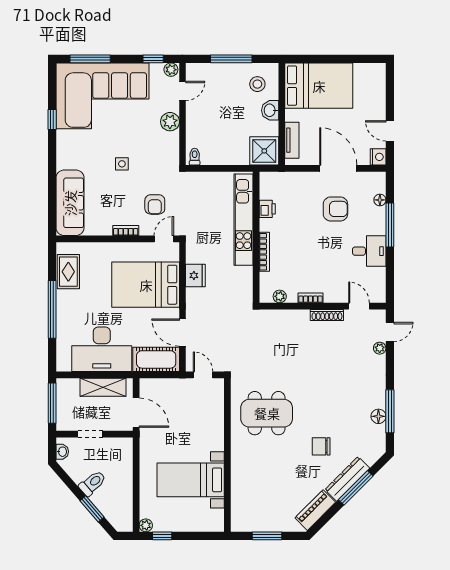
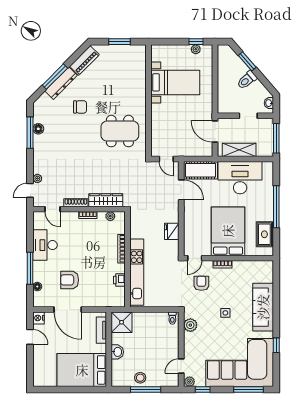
stool: (257, 84) -> (140, 378), moved
plant: (170, 122) -> (190, 325), moved
sofa: (70, 203) -> (263, 307), moved
desk: (369, 251) -> (45, 245), width x1.37
bed: (146, 285) -> (228, 231), moved, turned -90
wardrobe: (286, 318) -> (106, 200), added
plant: (146, 525) -> (196, 49), moved

